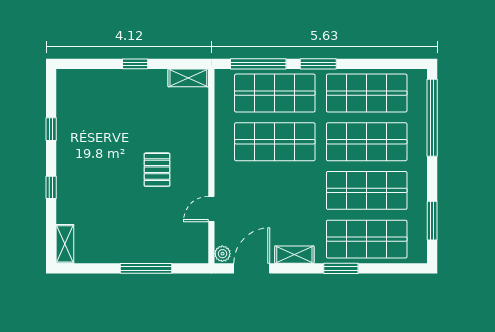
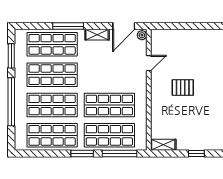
window: (432, 118) -> (11, 102), moved
pallet: (157, 170) -> (183, 88), turned 90
window: (146, 268) -> (190, 26), removed
window: (341, 268) -> (68, 26), width x1.44

